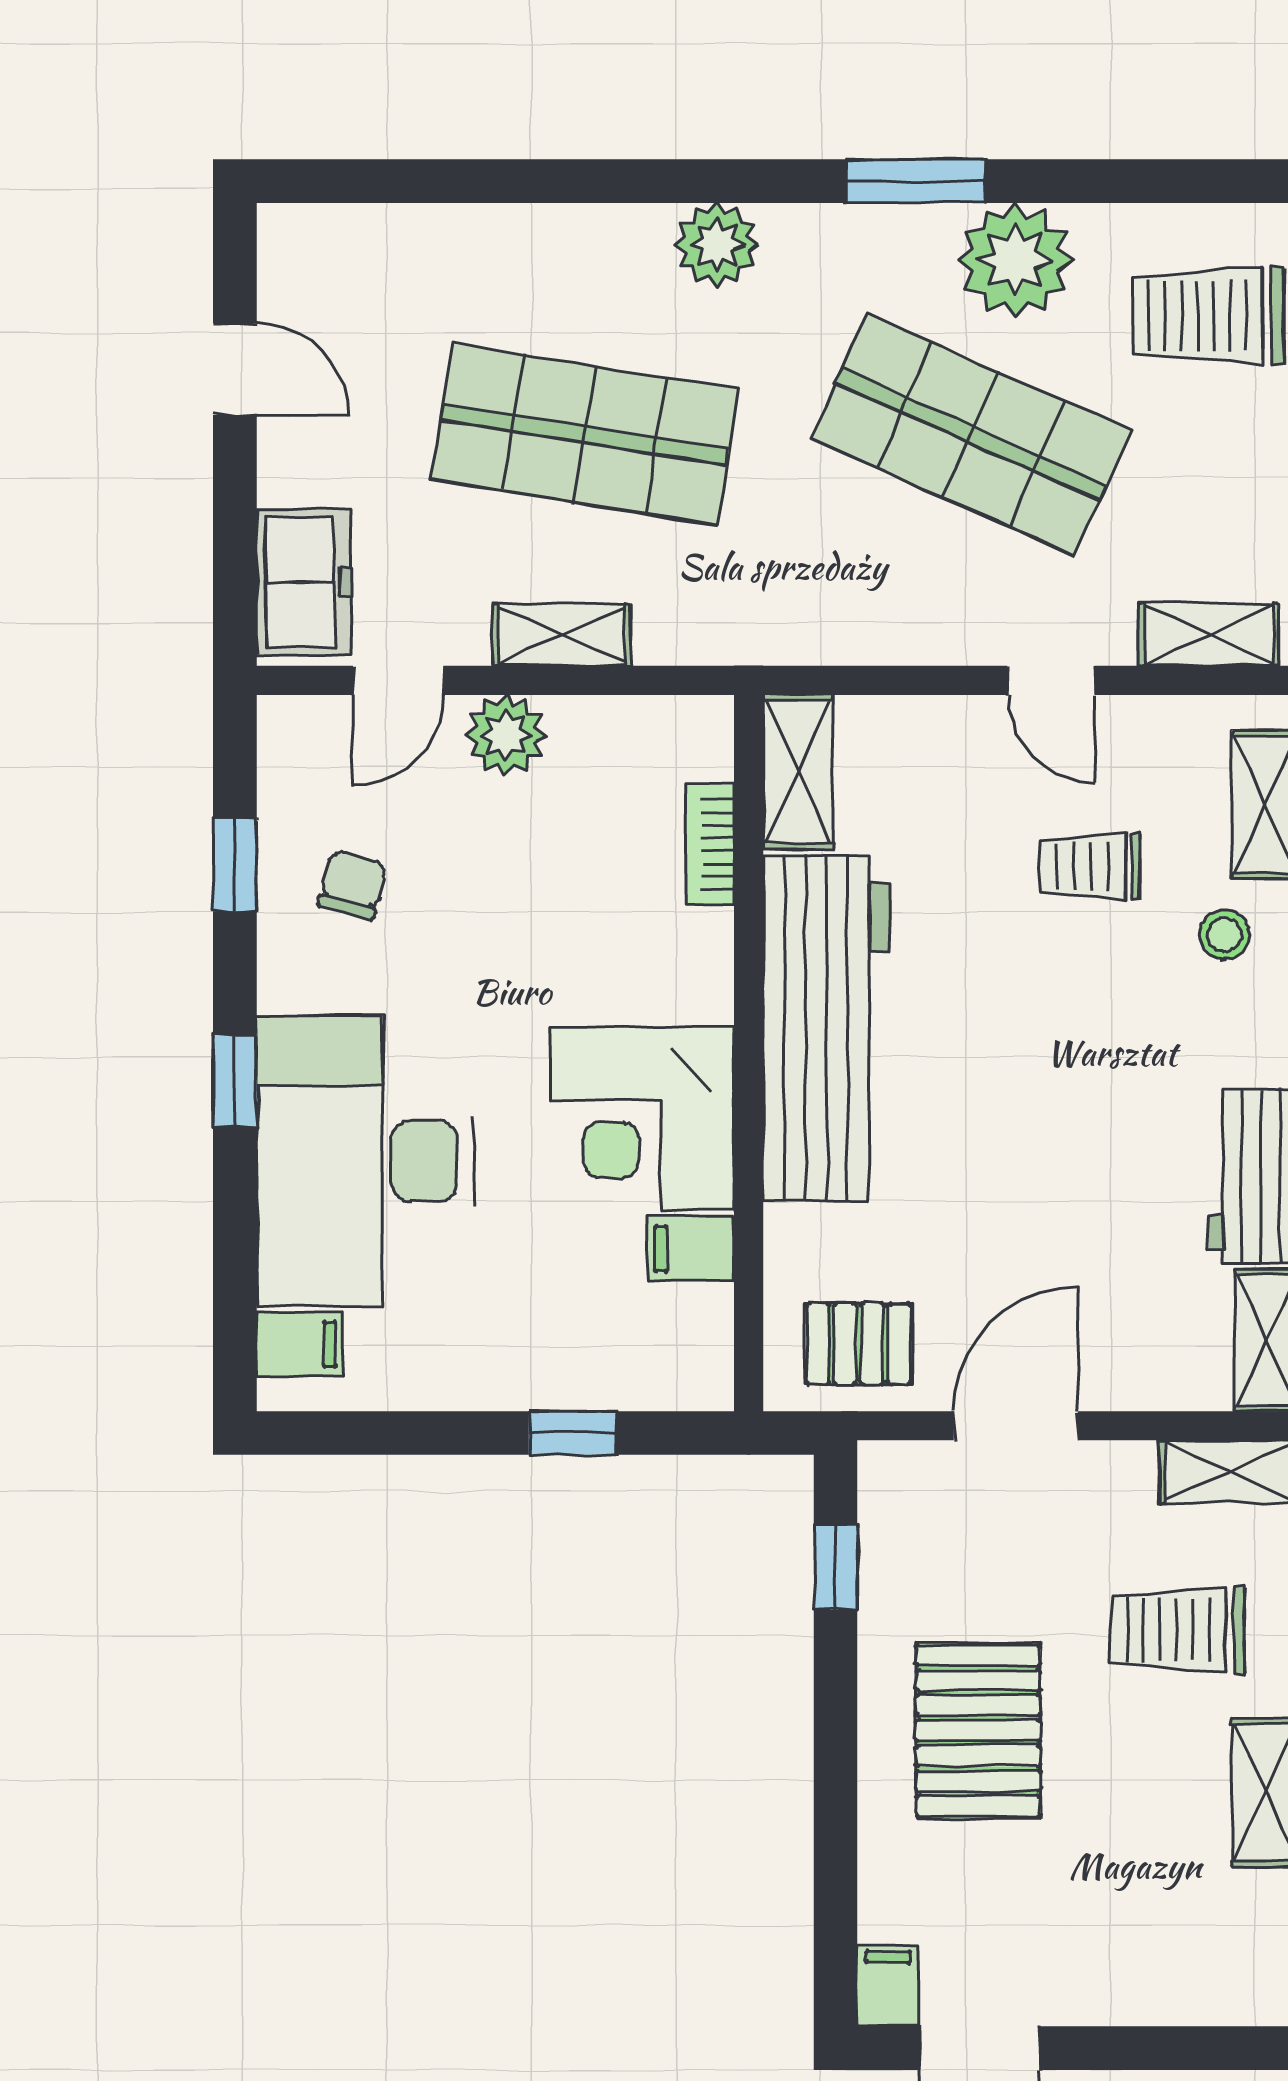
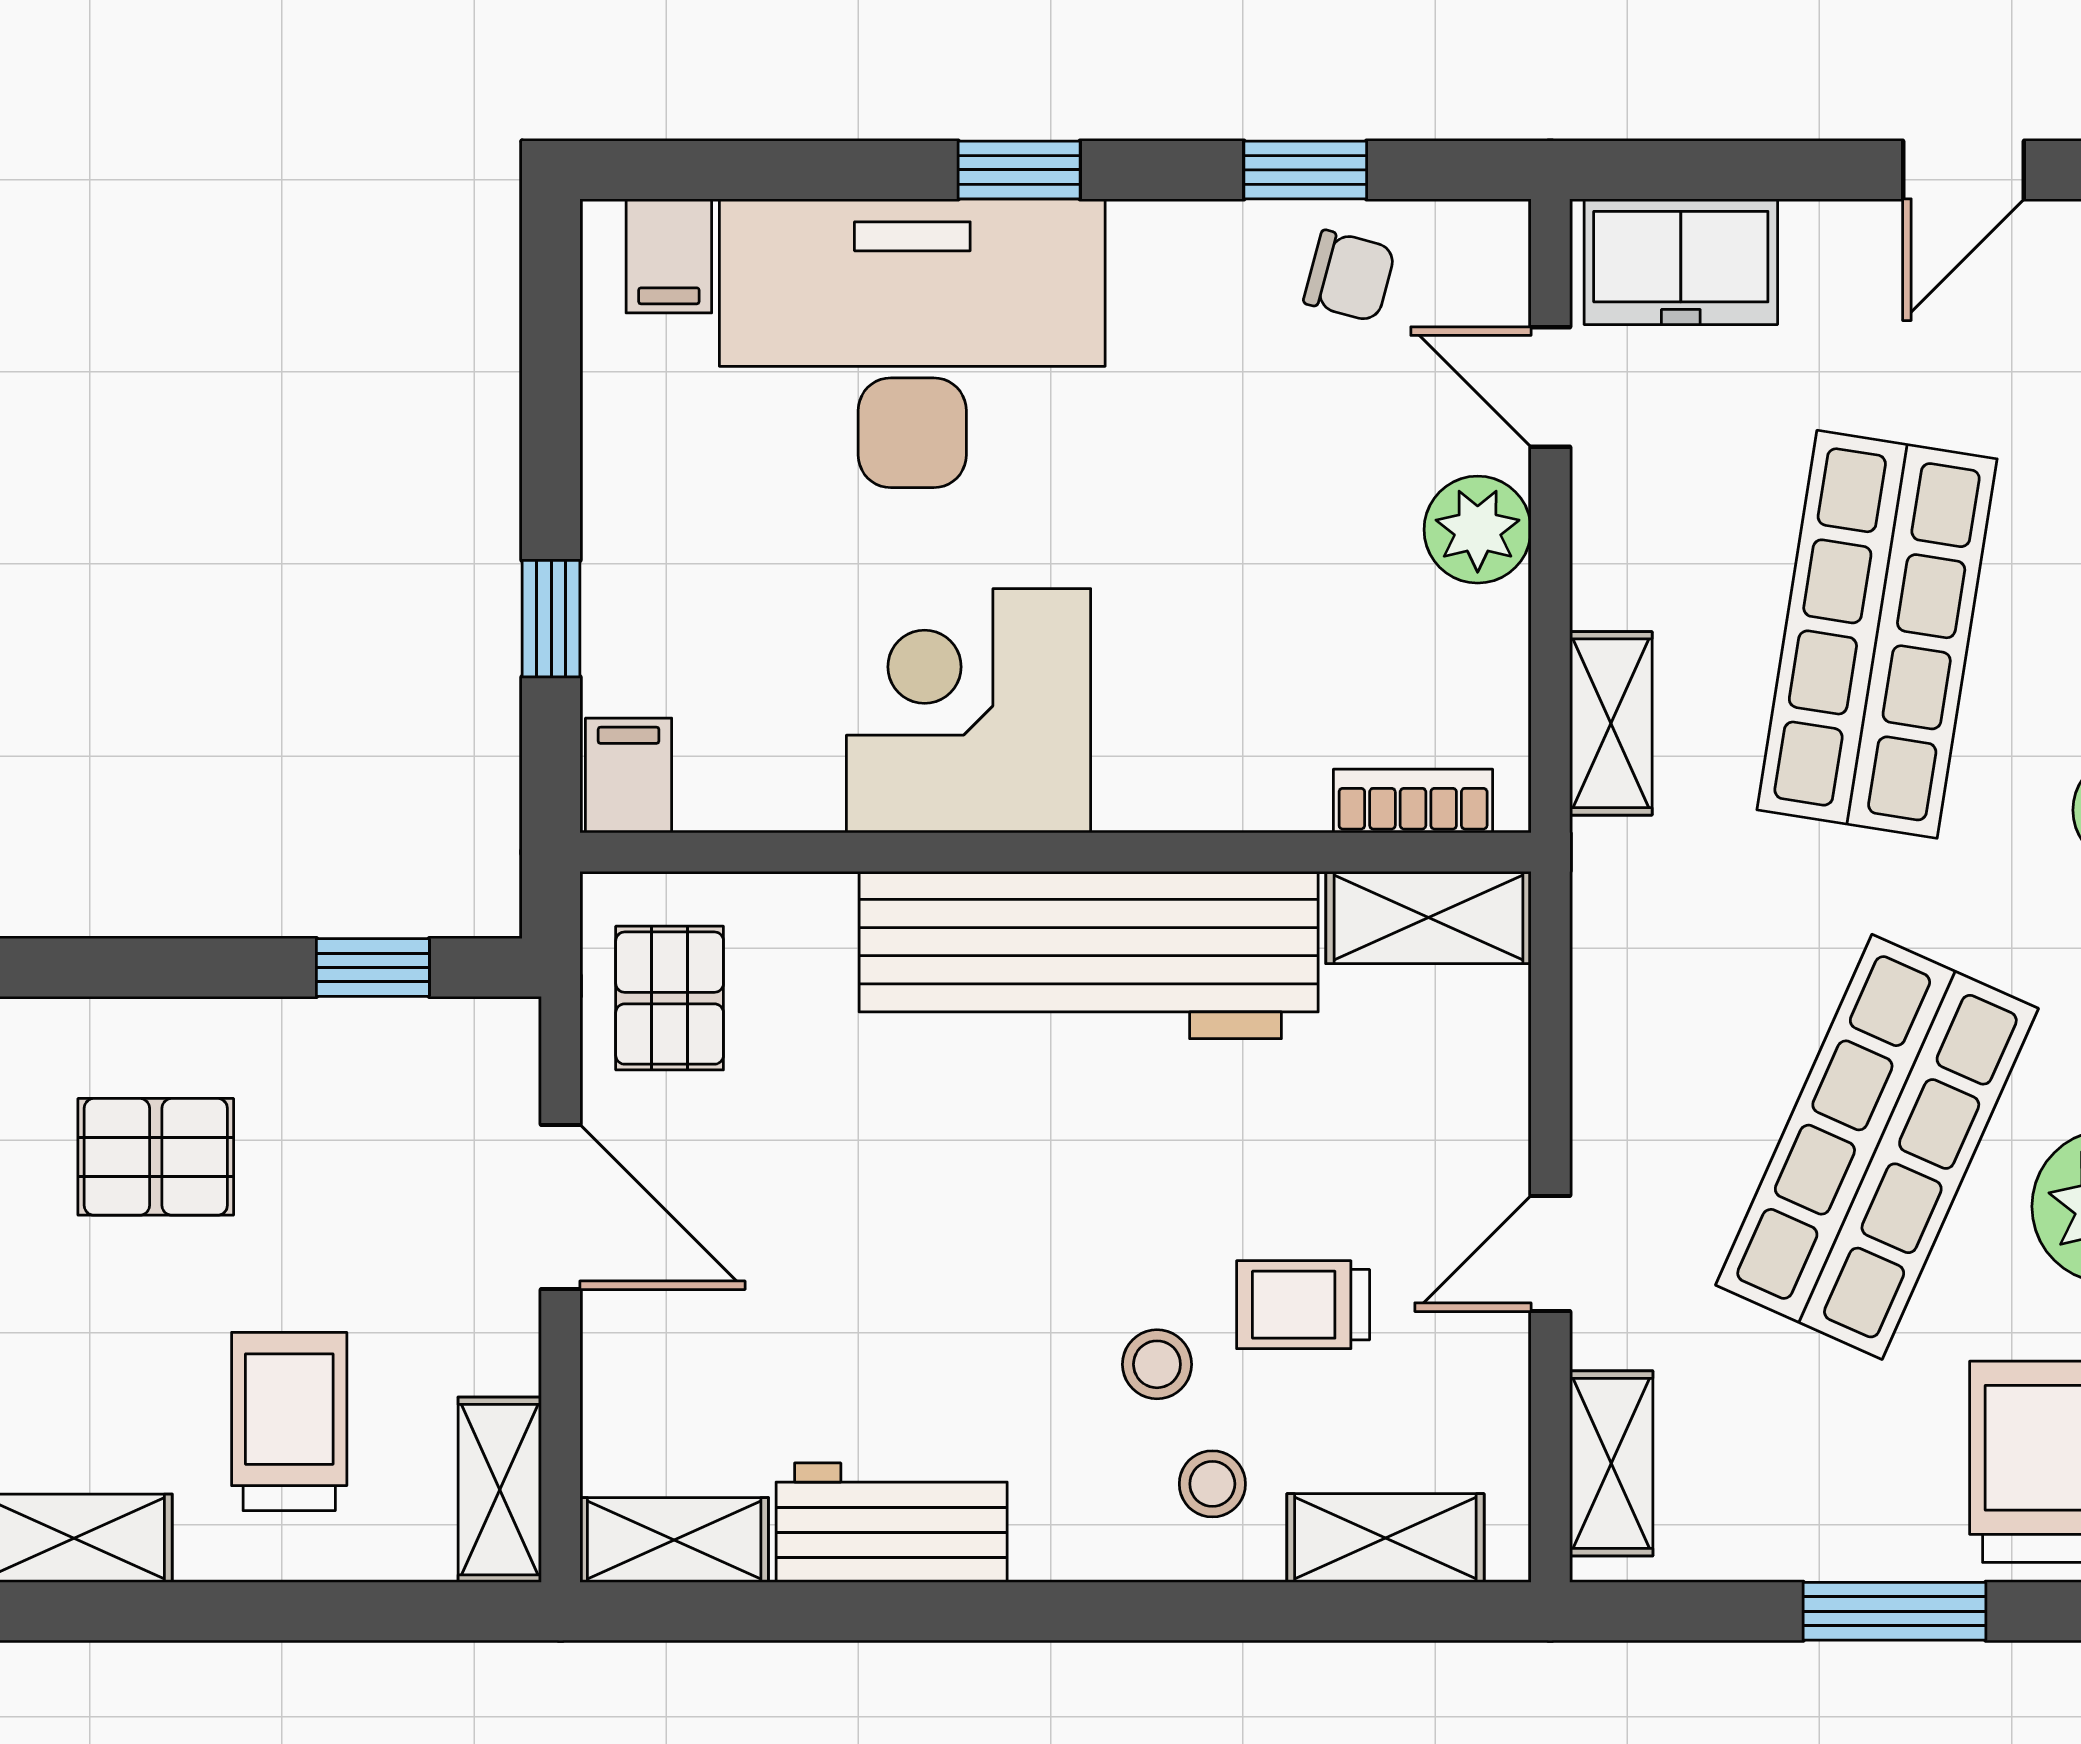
shelving: (562, 635) -> (1611, 723), moved
bookcase: (710, 845) -> (1413, 801), moved
trolley: (1089, 867) -> (1303, 1305), turned -90
chair: (353, 885) -> (1349, 276), moved
stool: (1134, 977) -> (1157, 1364), added
filing cabinet: (691, 1249) -> (629, 775), moved
pallet: (978, 1731) -> (156, 1157), width x0.67, depth x0.71

